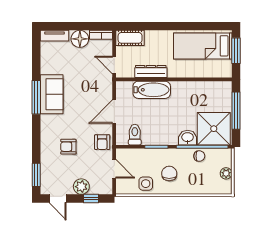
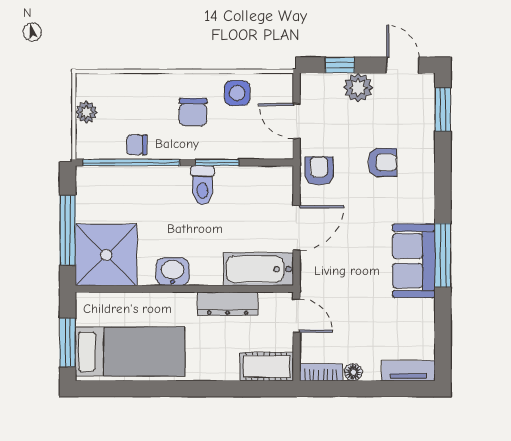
floor lamp: (80, 39) -> (353, 372), width x0.53, depth x0.53
bathtub: (152, 90) -> (259, 269), moved
shower: (214, 129) -> (106, 255), moved
toilet: (135, 135) -> (202, 185), moved
washbasin: (188, 138) -> (173, 272), moved, turned 180

